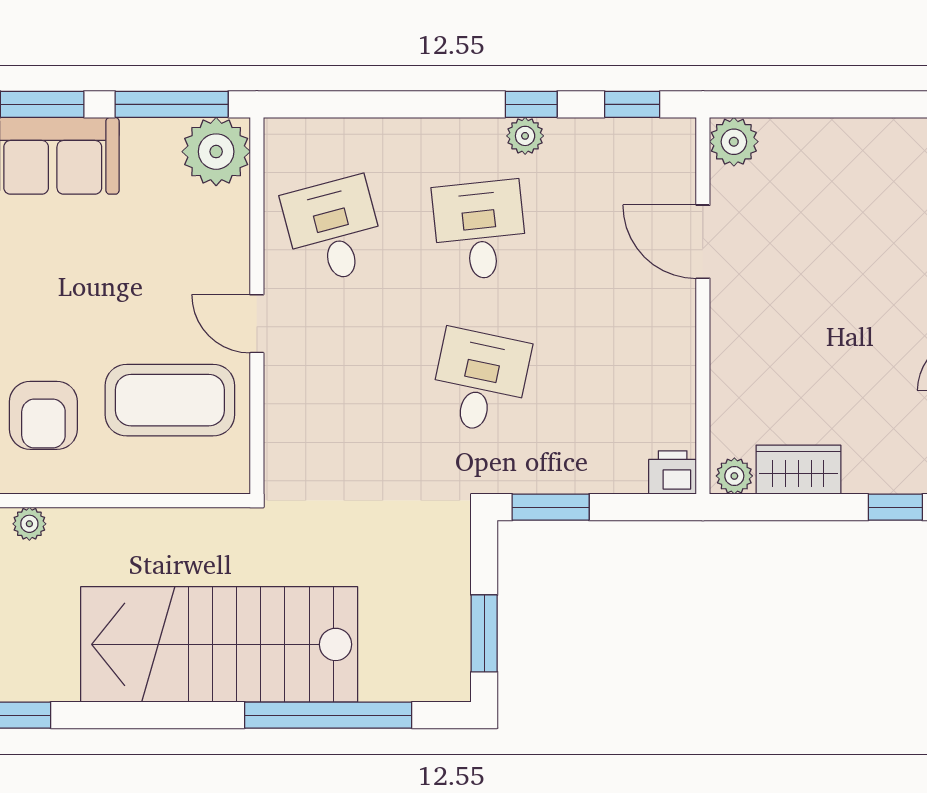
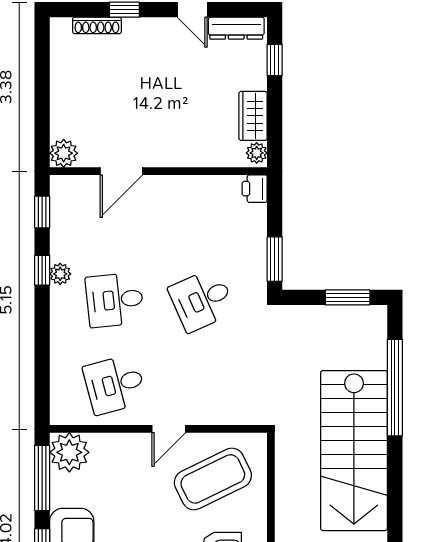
desk: (480, 381) -> (202, 300), turned -36
coffee table: (170, 400) -> (213, 479), turned 64

